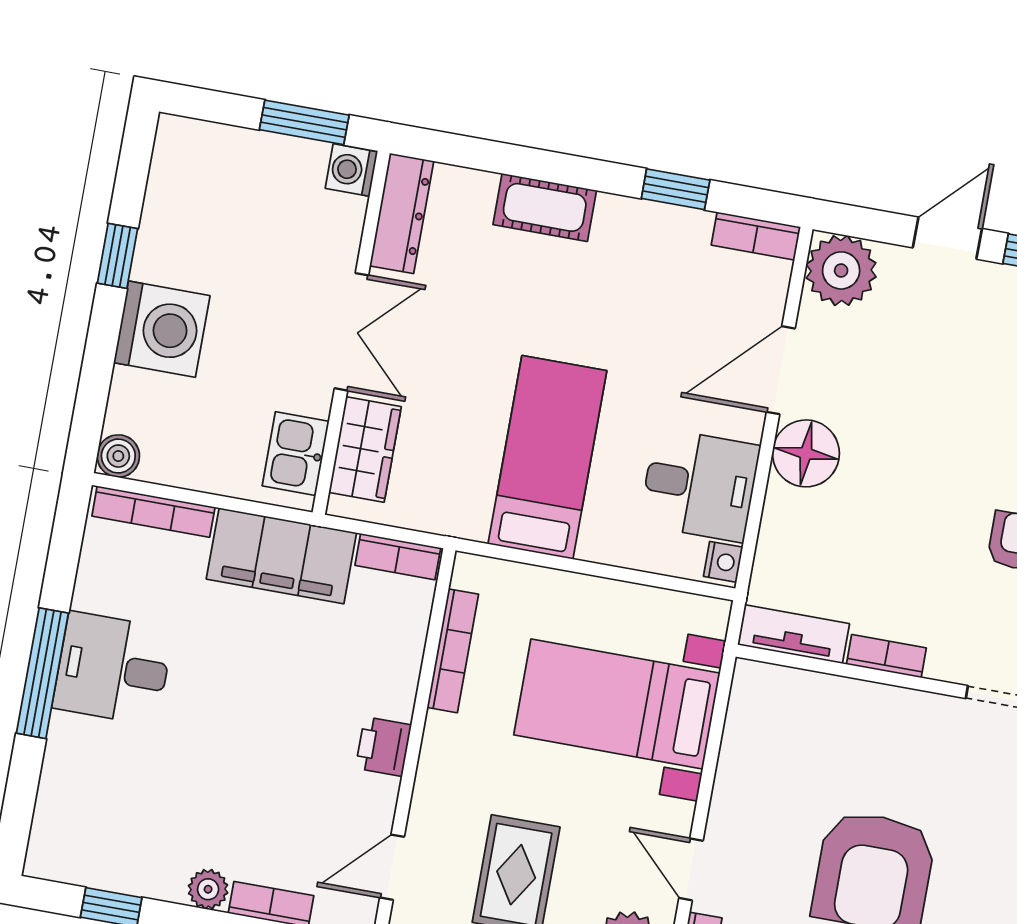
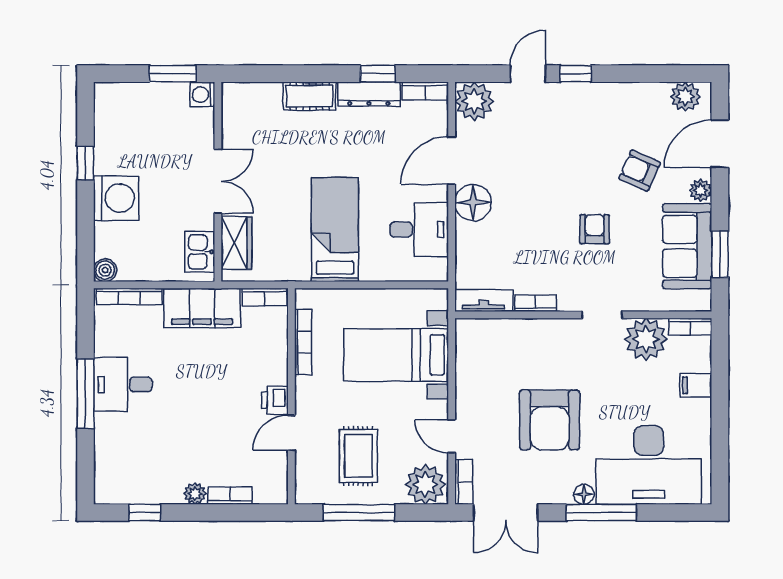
dresser: (402, 213) -> (369, 94), moved, turned 90
nightstand: (723, 562) -> (439, 269), removed
door: (392, 867) -> (291, 433), moved

